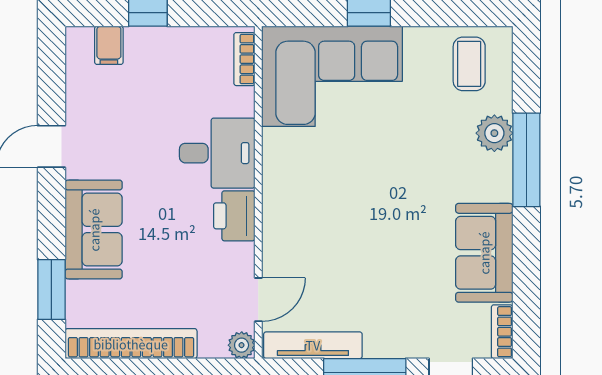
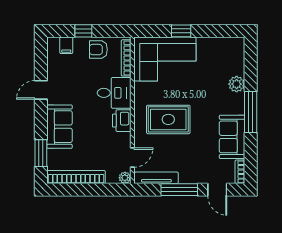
armchair: (182, 55) -> (98, 50), added
bookcase: (244, 59) -> (126, 58), width x1.56
coffee table: (469, 64) -> (225, 53), removed
window: (526, 160) -> (251, 112), moved
rug: (340, 213) -> (168, 119), added

